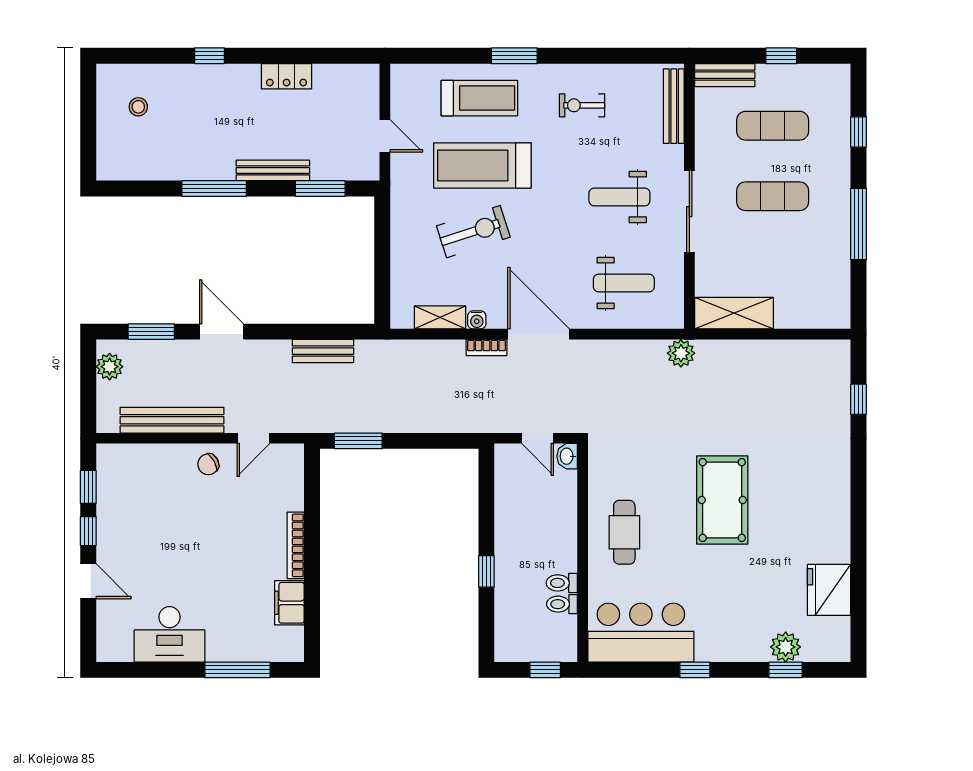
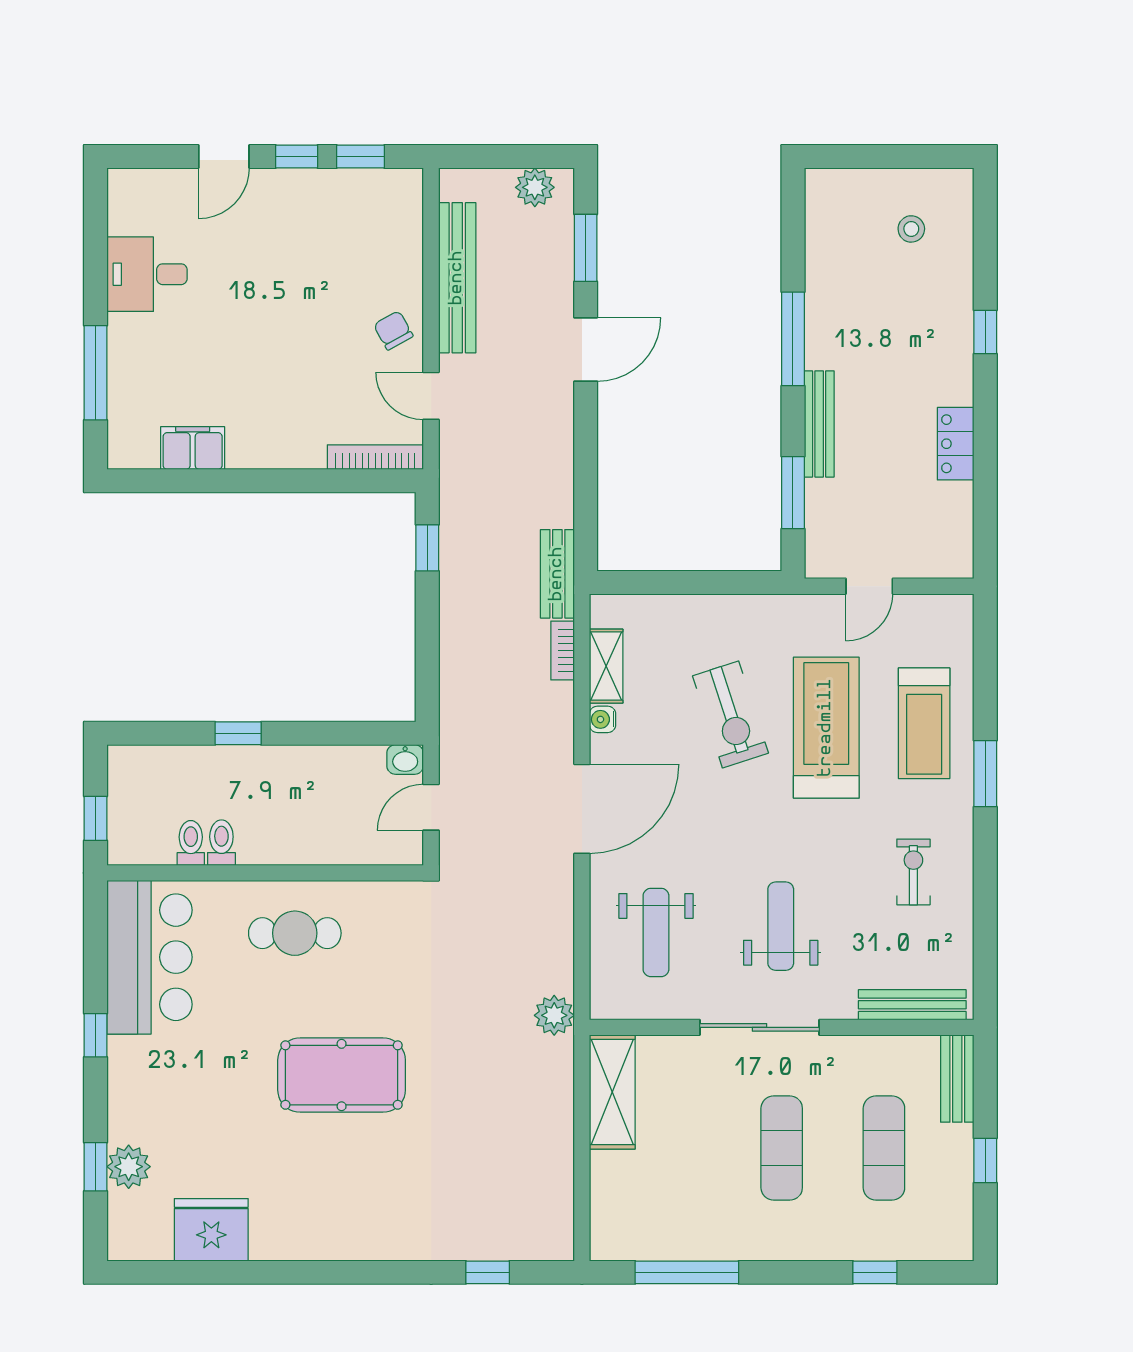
window: (858, 224) -> (687, 1272), moved
bookcase: (486, 348) -> (563, 651), moved
bench: (323, 351) -> (557, 574), moved
window: (358, 441) -> (427, 548), width x0.67
washbasin: (567, 456) -> (405, 759), moved, turned 180
bookcase: (296, 545) -> (375, 457), moved
desk: (170, 634) -> (147, 274), width x0.73

